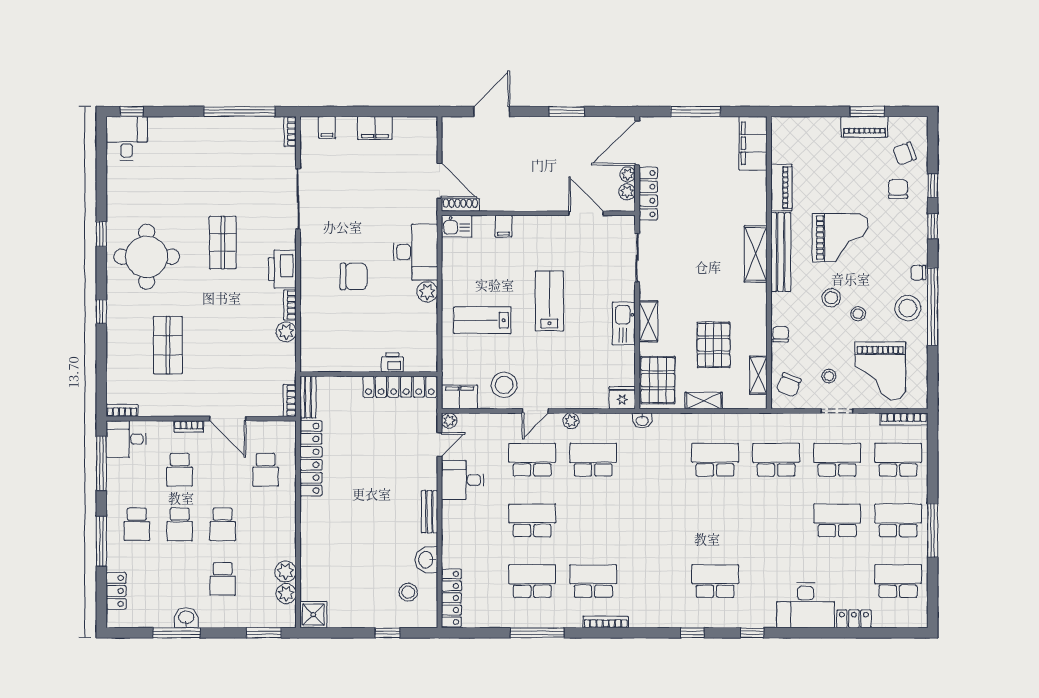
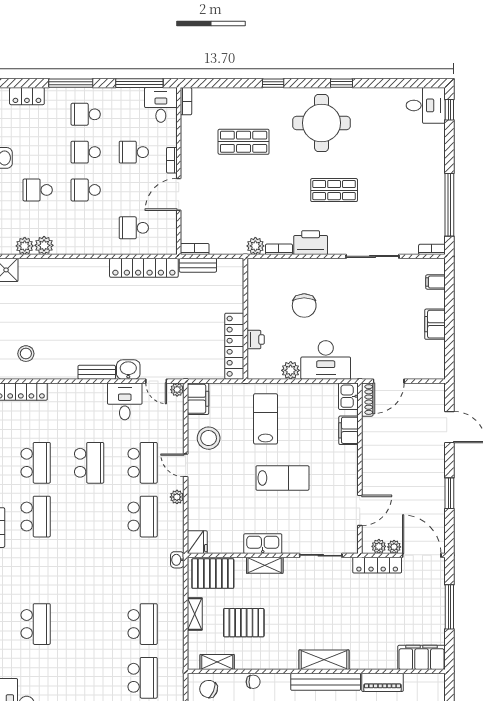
filing cabinet: (503, 226) -> (349, 430), width x2.00
printer: (392, 363) -> (256, 340), moved
wall: (369, 374) -> (245, 319), moved
locker: (400, 387) -> (234, 346), moved
washbasin: (426, 560) -> (128, 370), moved

